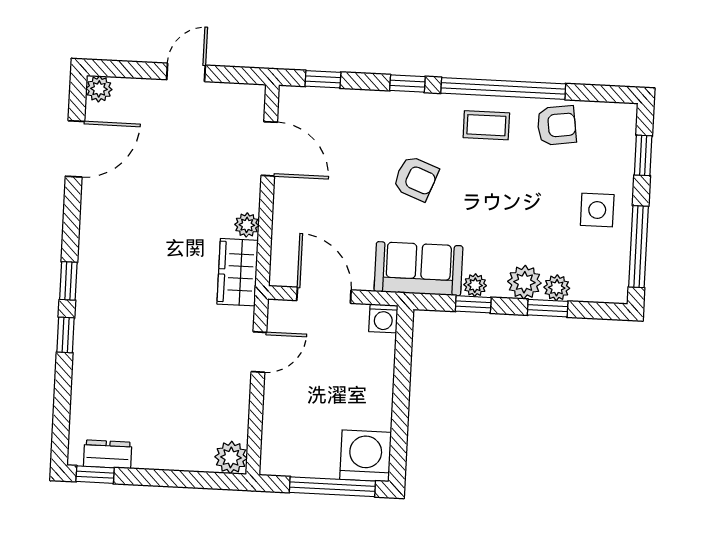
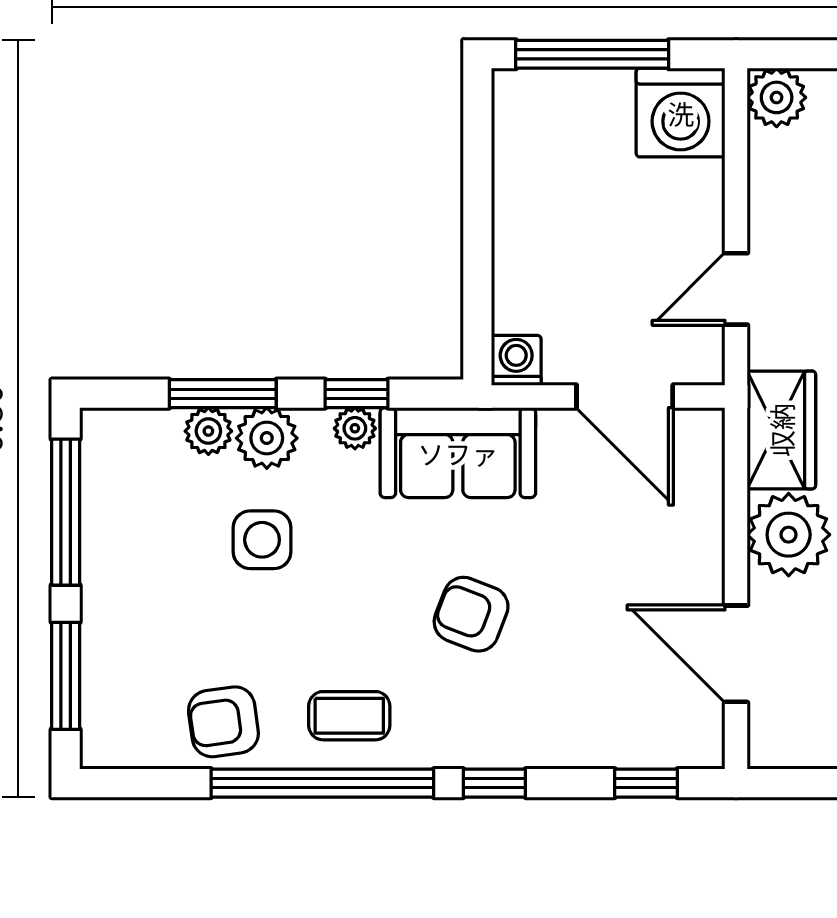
window: (643, 155) -> (66, 676), width x1.50
side table: (597, 210) -> (262, 540), moved
plant: (247, 225) -> (789, 535), width x1.87, depth x1.87
window: (548, 308) -> (223, 394), width x1.50
washing machine: (366, 456) -> (681, 113), moved

